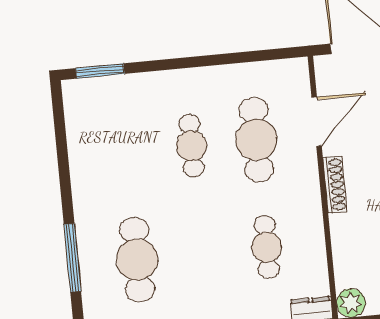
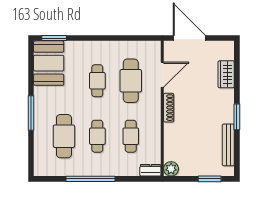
booth: (94, 121) -> (49, 63), added
cafe table: (202, 253) -> (97, 136), added
window: (72, 258) -> (31, 113), moved

